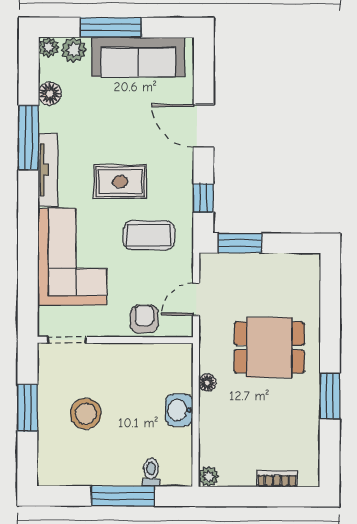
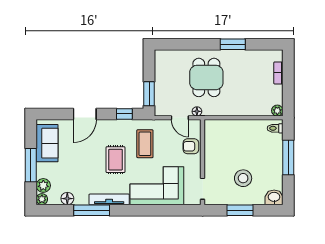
sofa: (138, 57) -> (47, 143), width x0.73
floor lamp: (207, 383) -> (197, 111), moved
washbasin: (179, 410) -> (274, 197), moved, turned 180
toilet: (151, 472) -> (275, 128), moved

